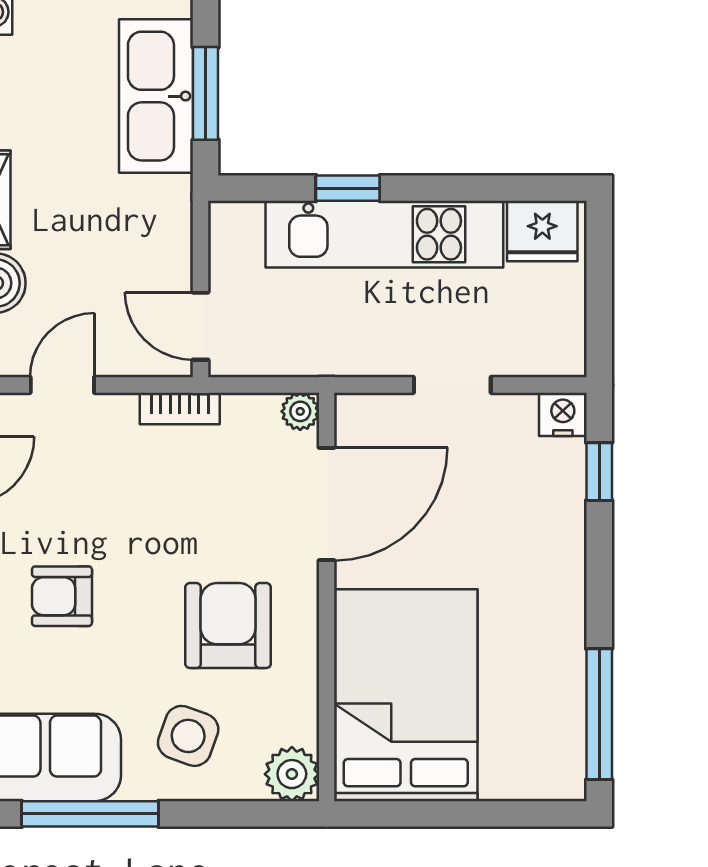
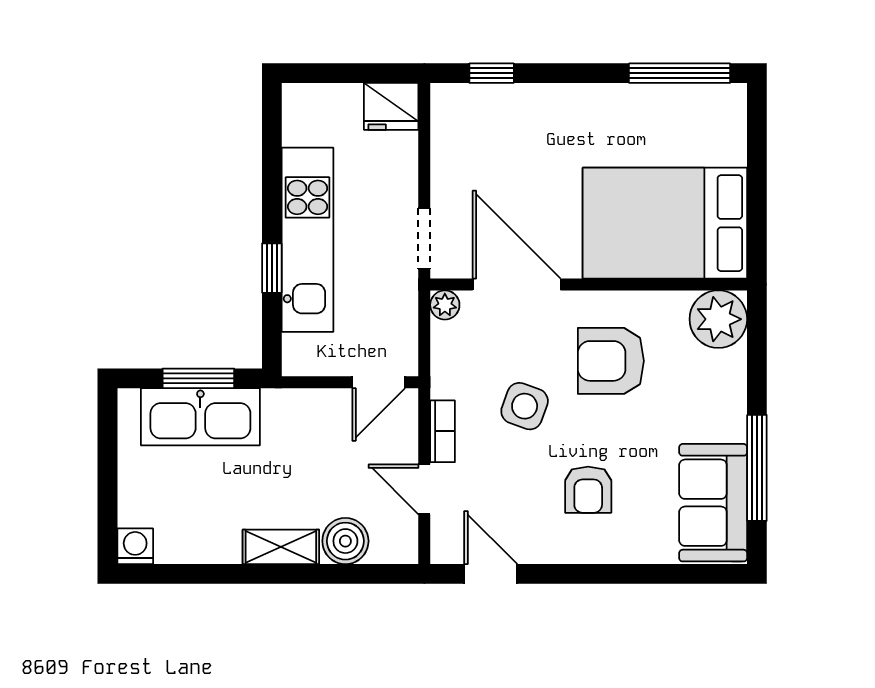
fridge: (542, 231) -> (391, 106), moved, turned 90
doorway: (452, 385) -> (424, 238), moved
bookcase: (180, 408) -> (443, 431), moved
nightstand: (563, 414) -> (447, 101), removed
side table: (188, 736) -> (525, 406), moved
plant: (292, 774) -> (718, 319), width x1.36, depth x1.36

